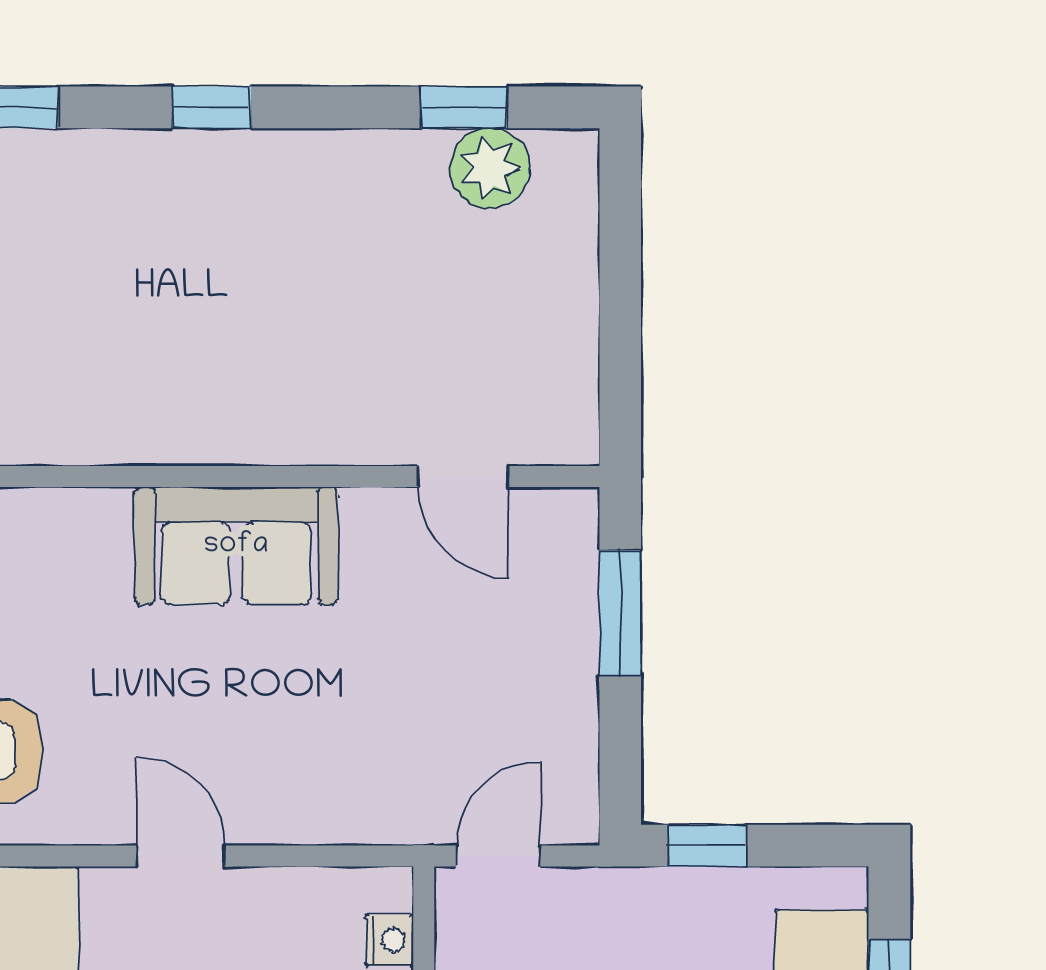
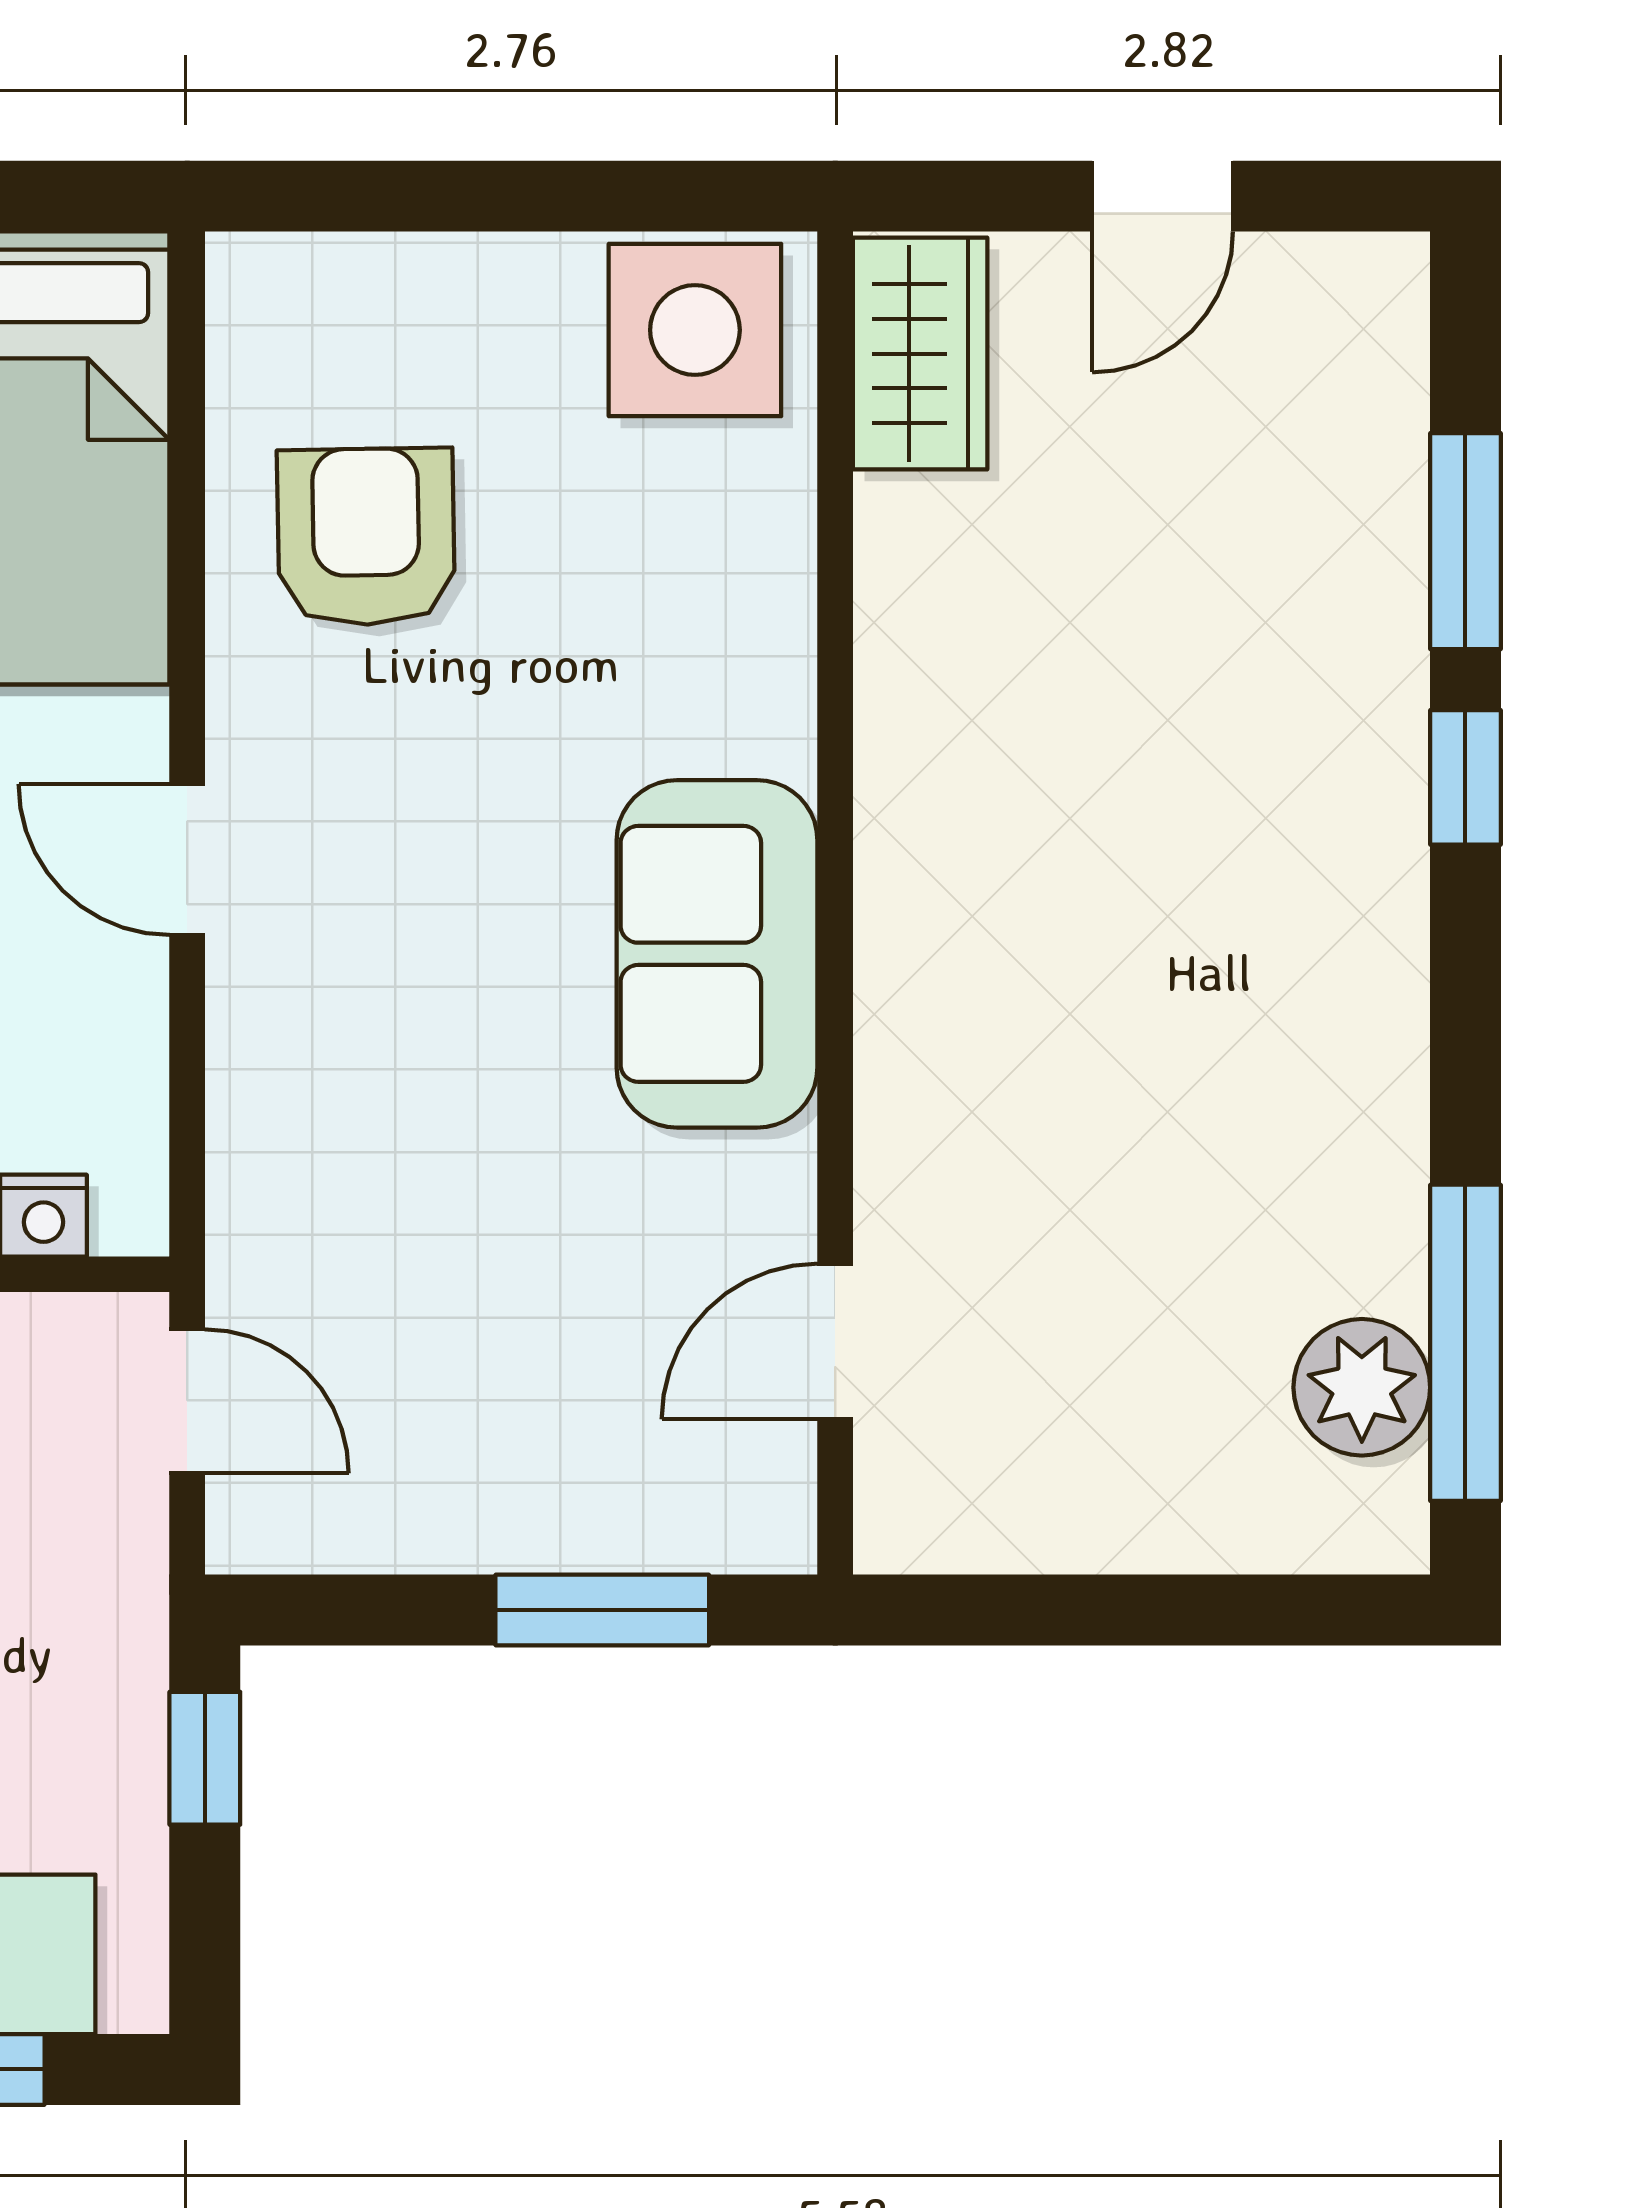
window: (212, 107) -> (1465, 777), moved
window: (464, 107) -> (1465, 1343), width x2.17
door: (181, 856) -> (187, 859), swing flipped

